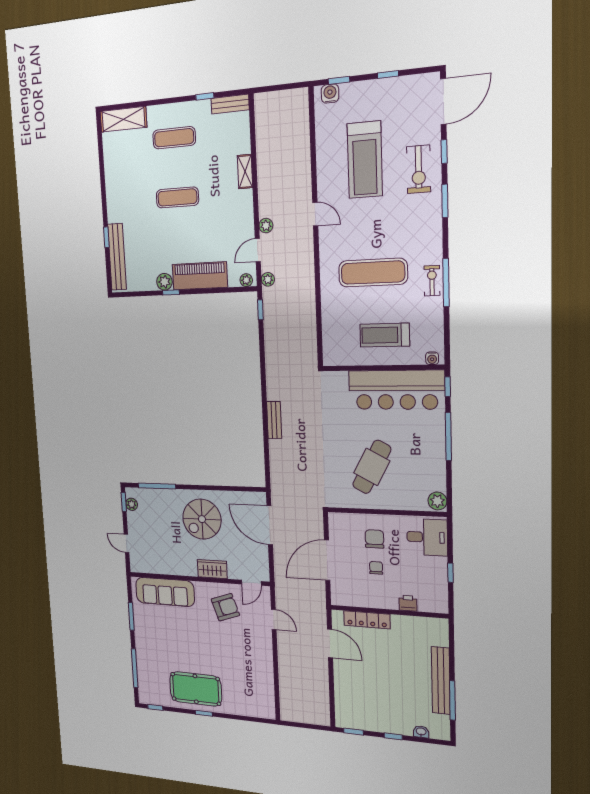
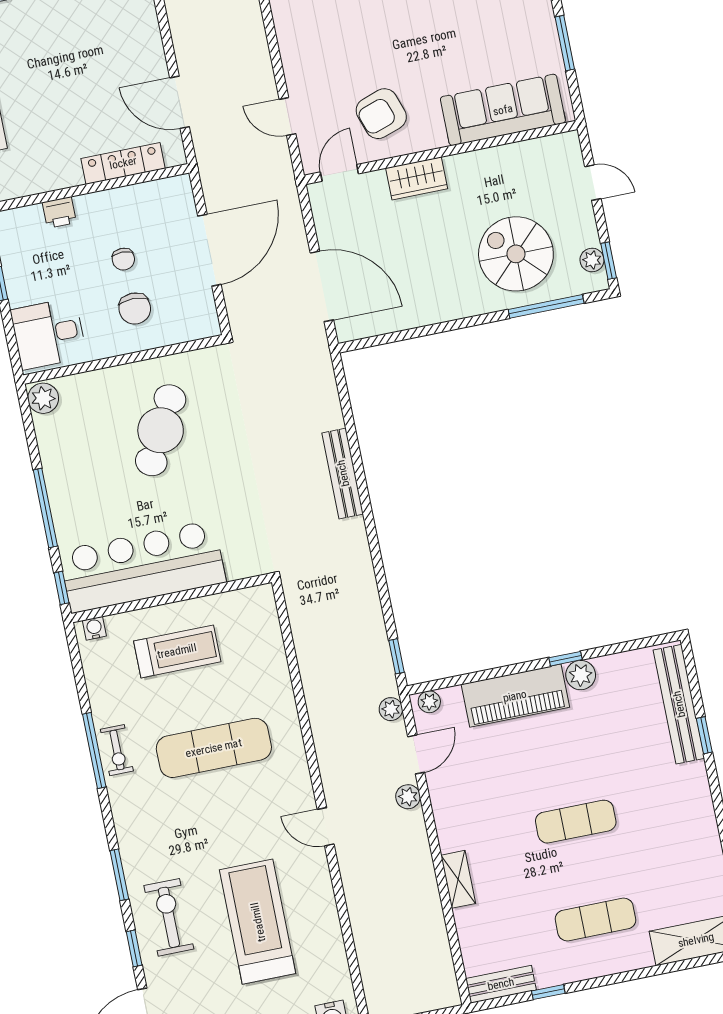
bench: (274, 420) -> (343, 473), width x1.36
spiral stairs: (202, 519) -> (516, 254), moved, turned -90

